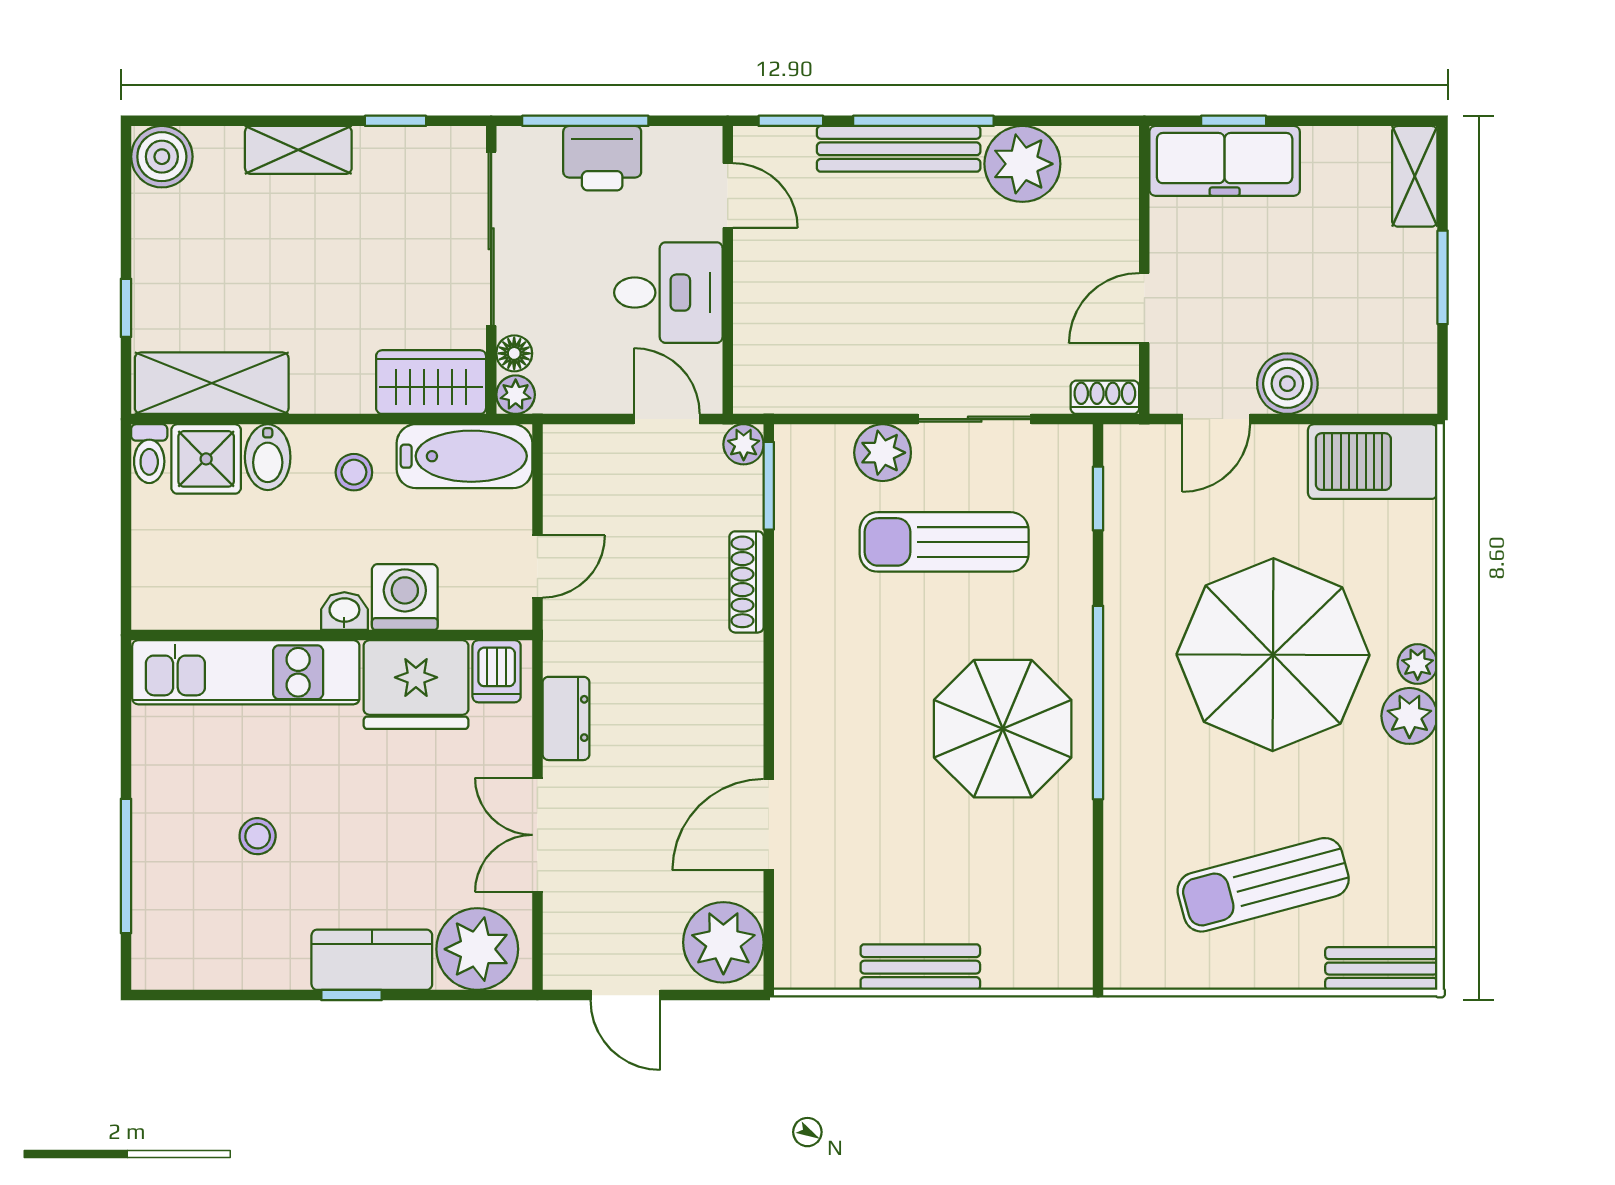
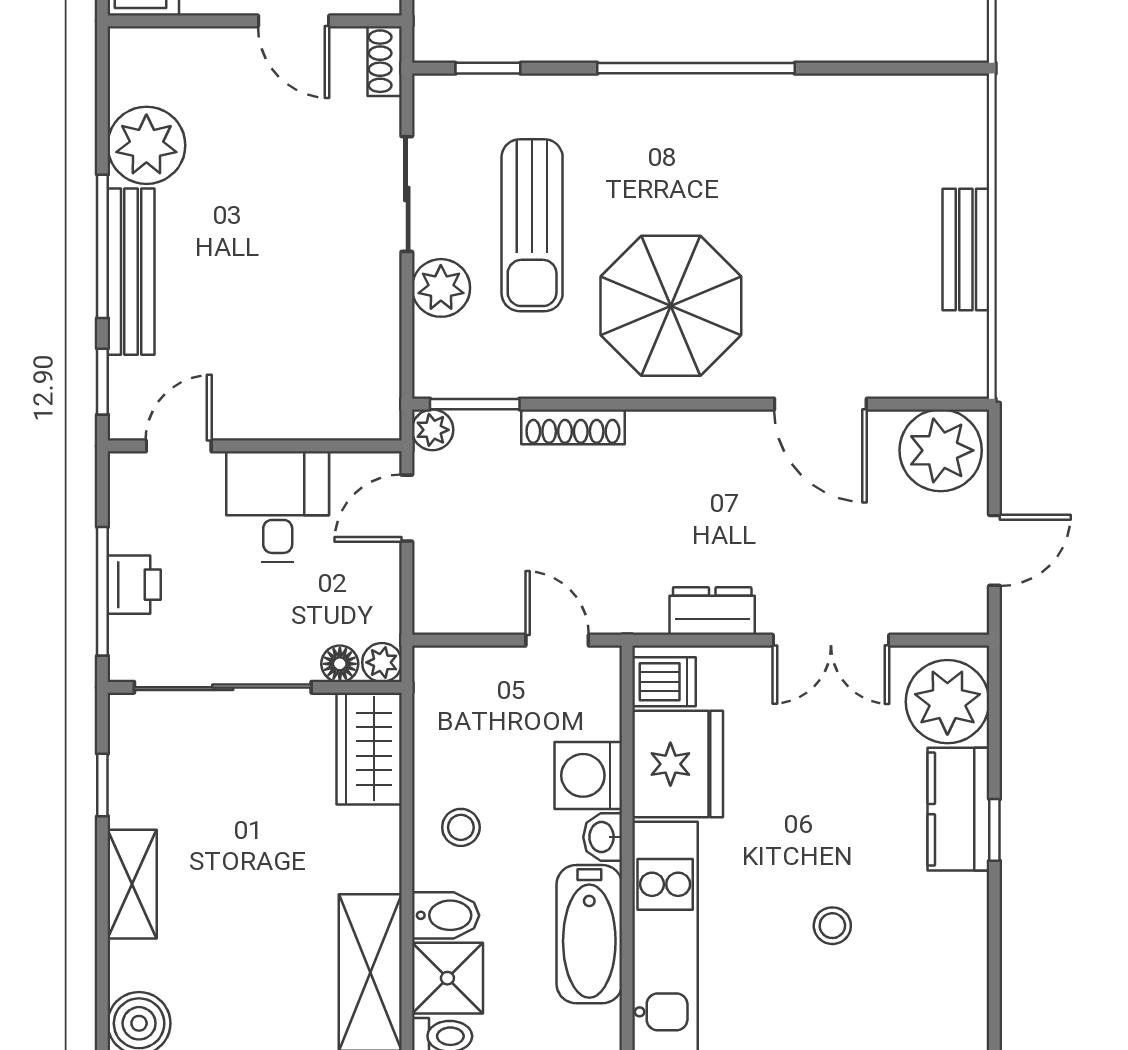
printer: (602, 158) -> (134, 585), width x0.73, depth x0.81
bathtub: (464, 456) -> (589, 934), moved, turned 180
parasol: (1003, 729) -> (671, 306), moved

